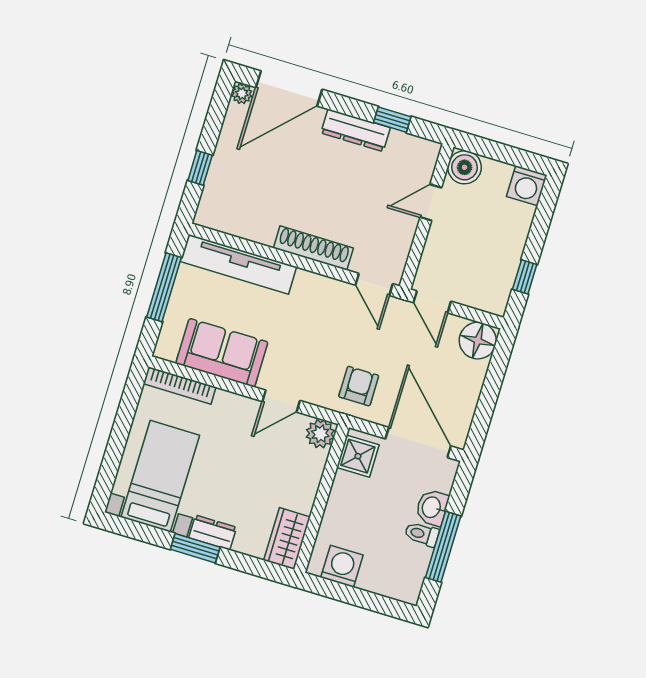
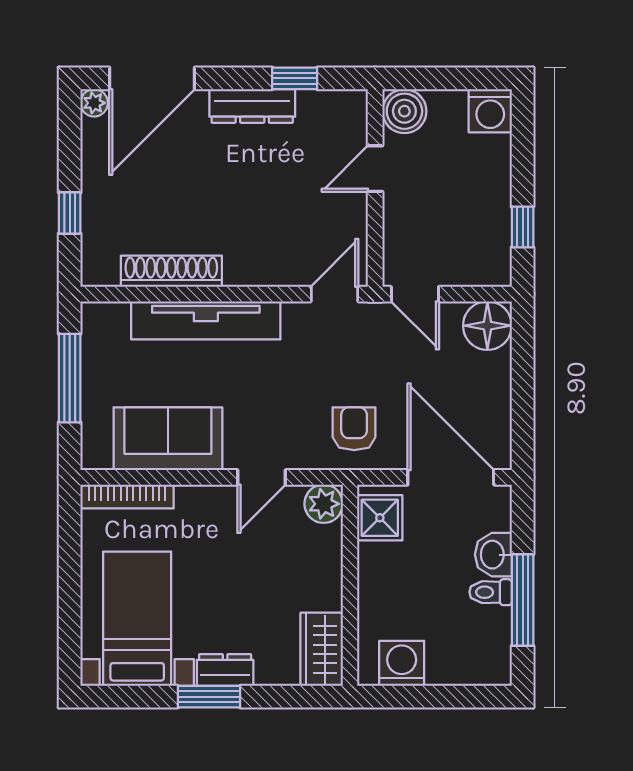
shoe rack: (313, 248) -> (171, 271), moved
tv unit: (238, 264) -> (206, 320), moved
door: (374, 284) -> (335, 294), swing flipped

